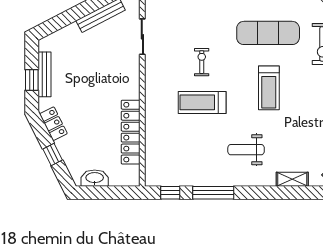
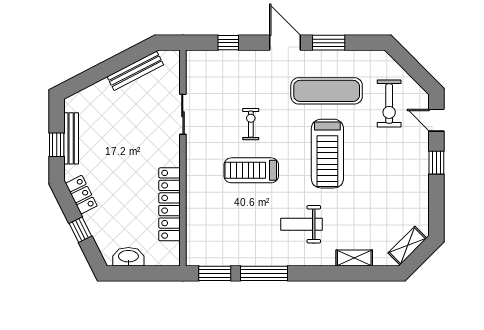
sliding door: (142, 37) -> (183, 114), moved
treadmill: (269, 88) -> (327, 154), width x1.37, depth x1.38
window: (170, 193) -> (215, 273), width x1.50

